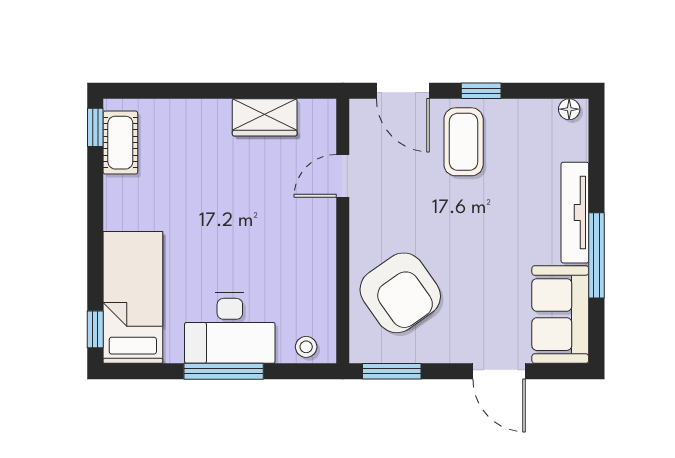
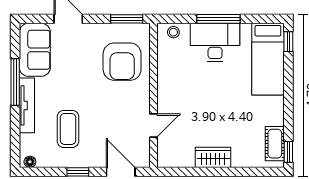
wardrobe: (265, 117) -> (213, 157), moved
coffee table: (464, 142) -> (68, 129), moved
armchair: (400, 293) -> (122, 62), turned -145

